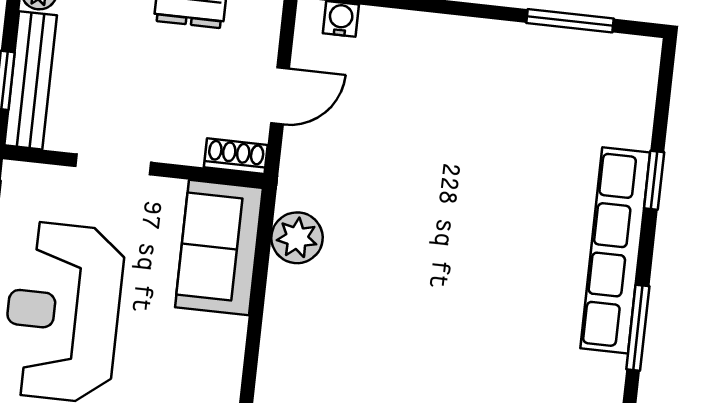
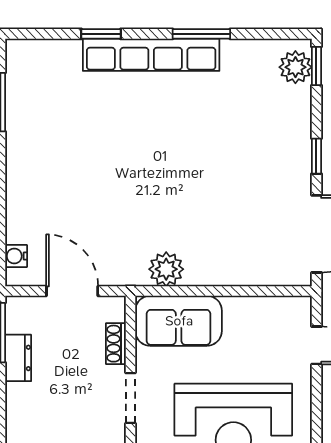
door: (280, 96) -> (72, 291), width x1.37
shoe rack: (236, 156) -> (116, 344), moved

